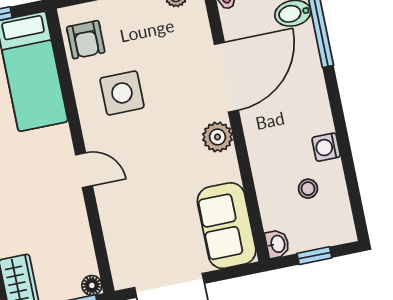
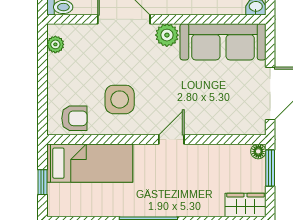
sofa: (227, 226) -> (223, 42), width x1.36

